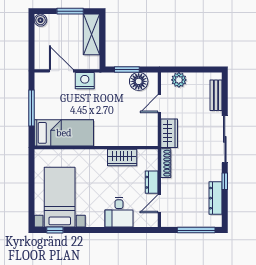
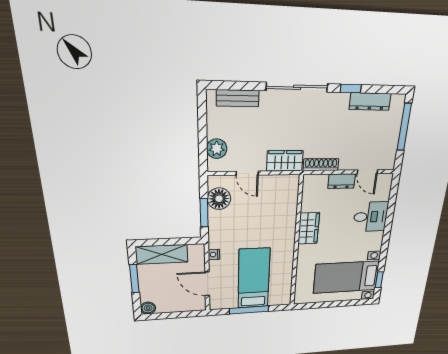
door: (61, 71) -> (207, 284), hinge flipped
nightstand: (85, 81) -> (214, 255), width x0.53, depth x0.56
bed: (64, 133) -> (254, 279), moved
wardrobe: (122, 157) -> (309, 228), moved

